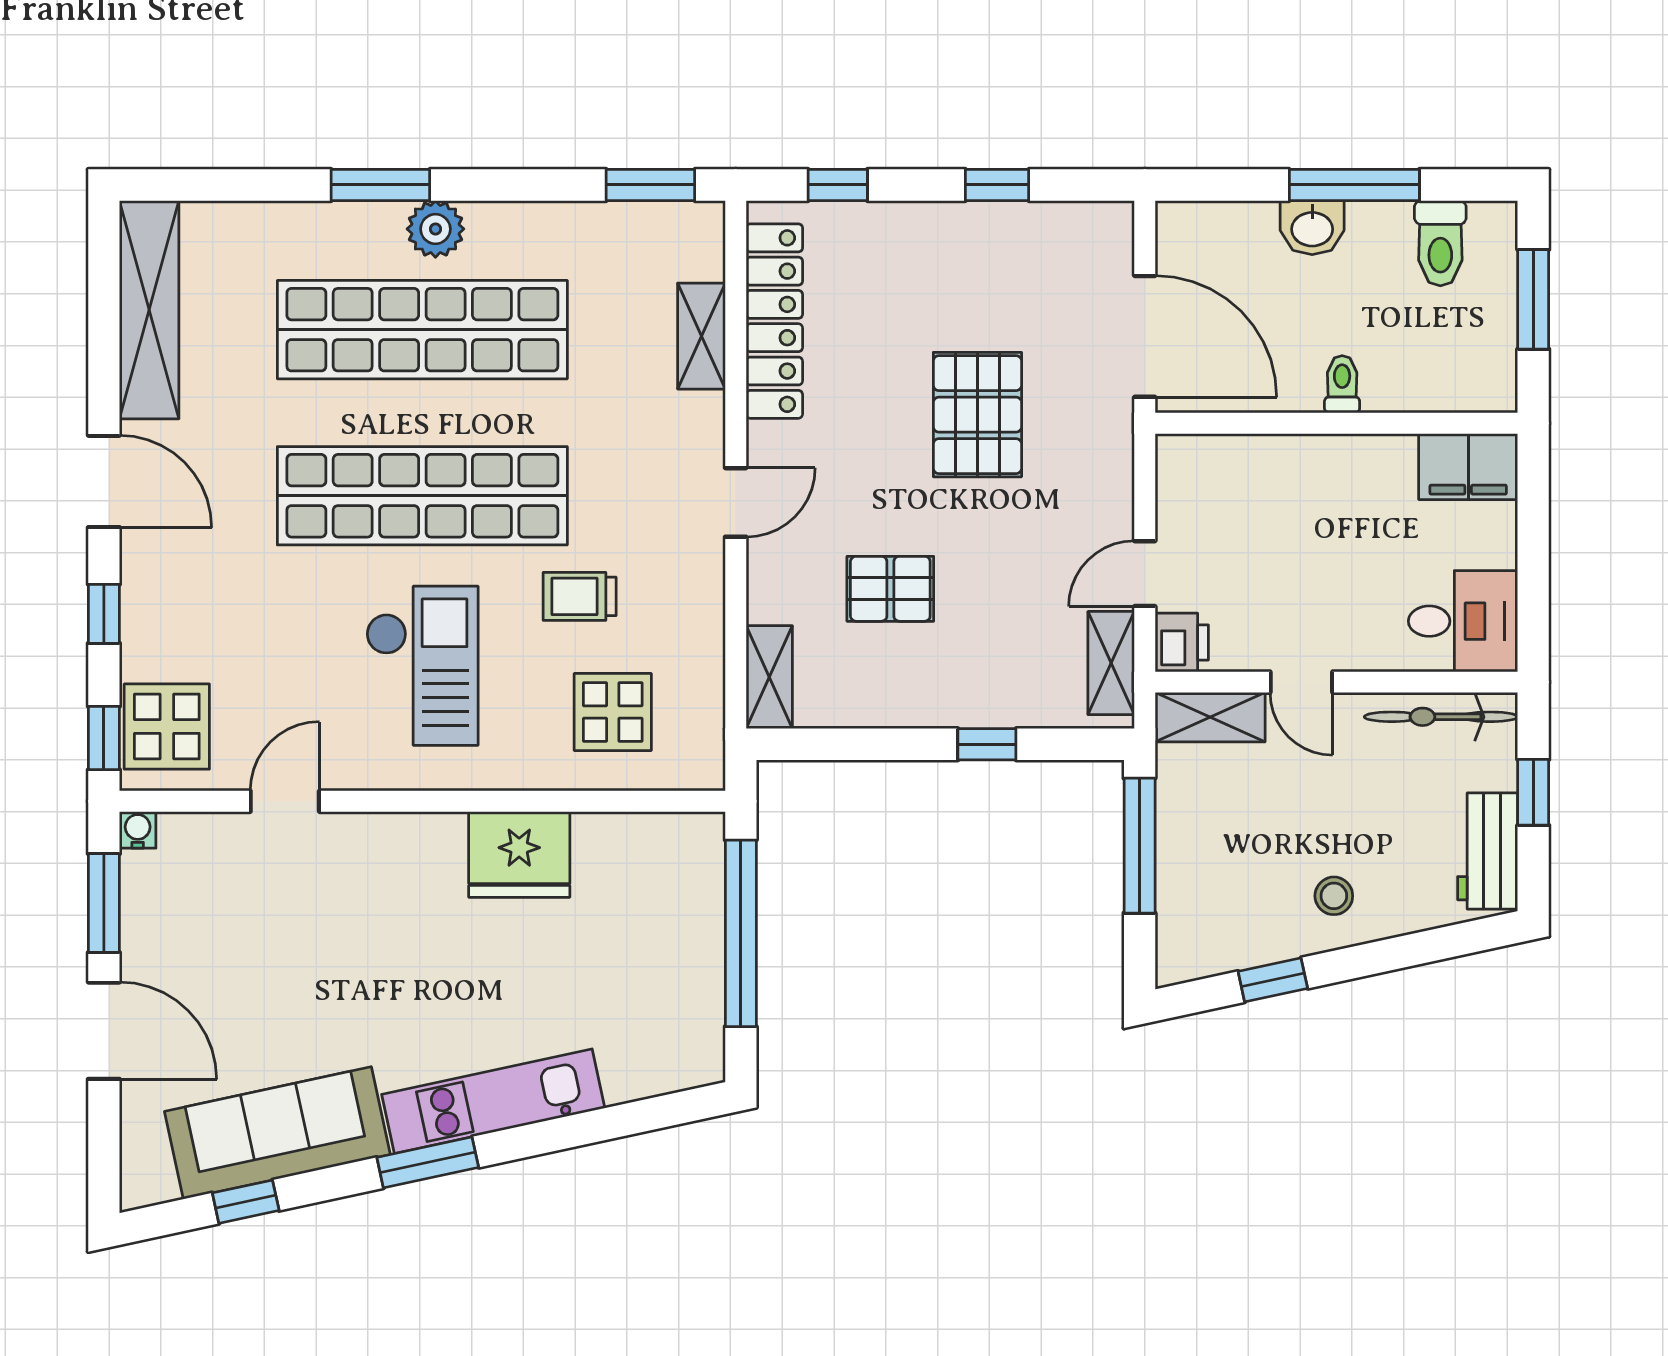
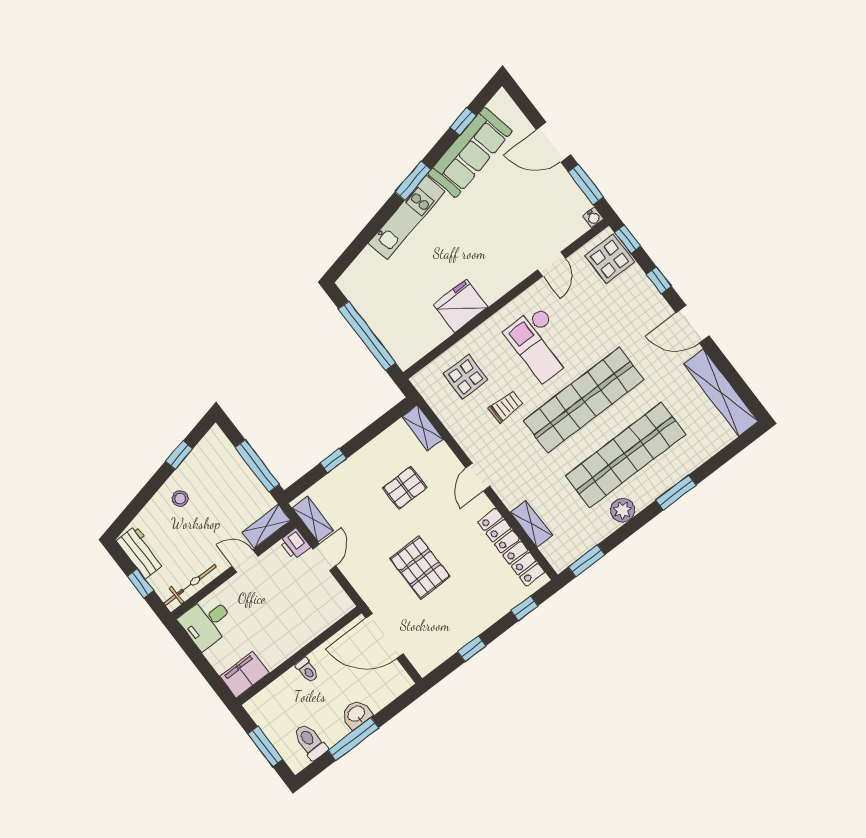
plant: (435, 229) -> (623, 510), moved

